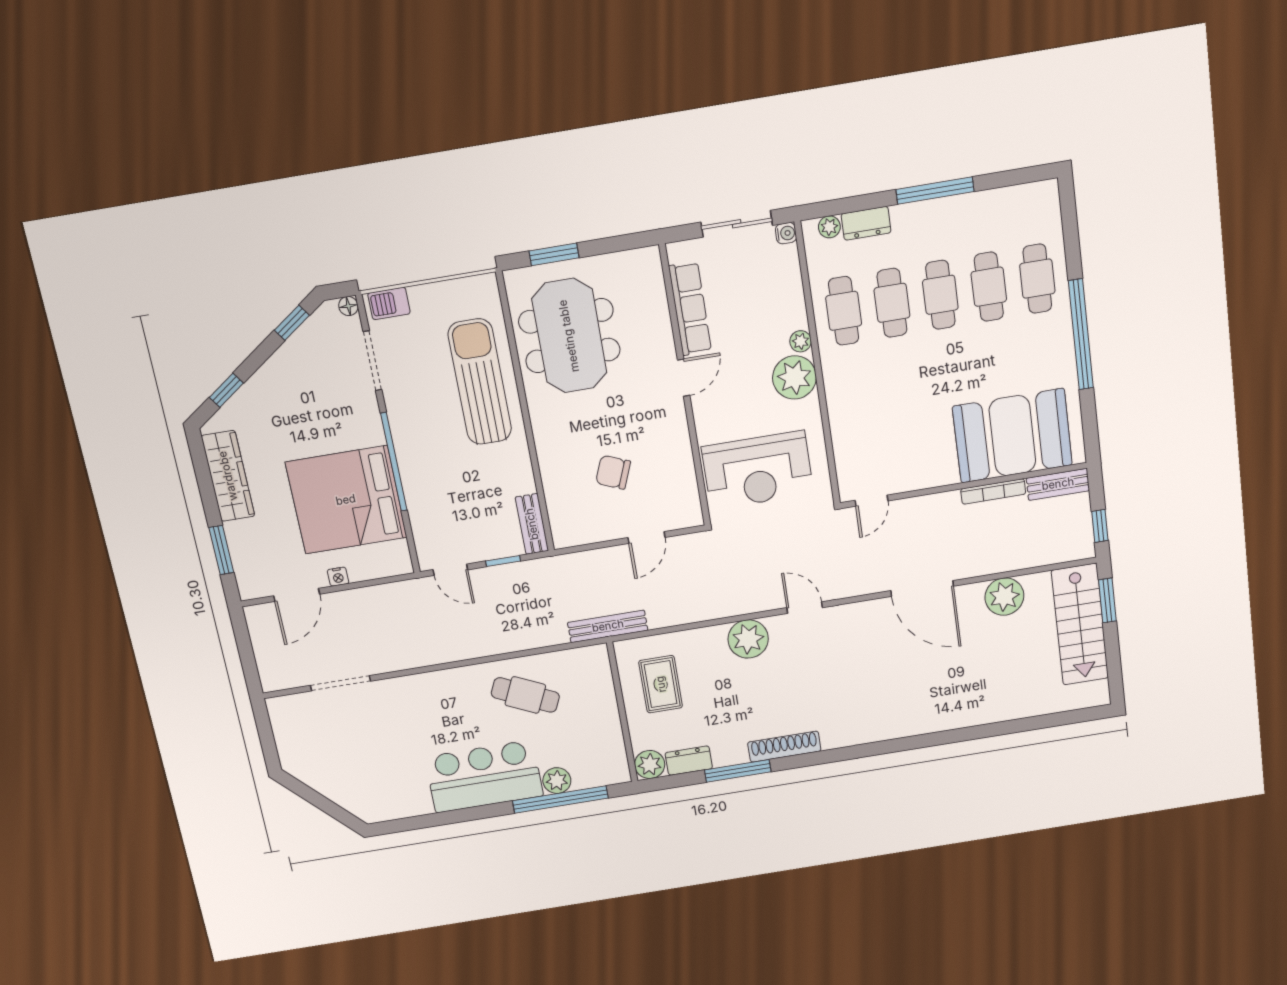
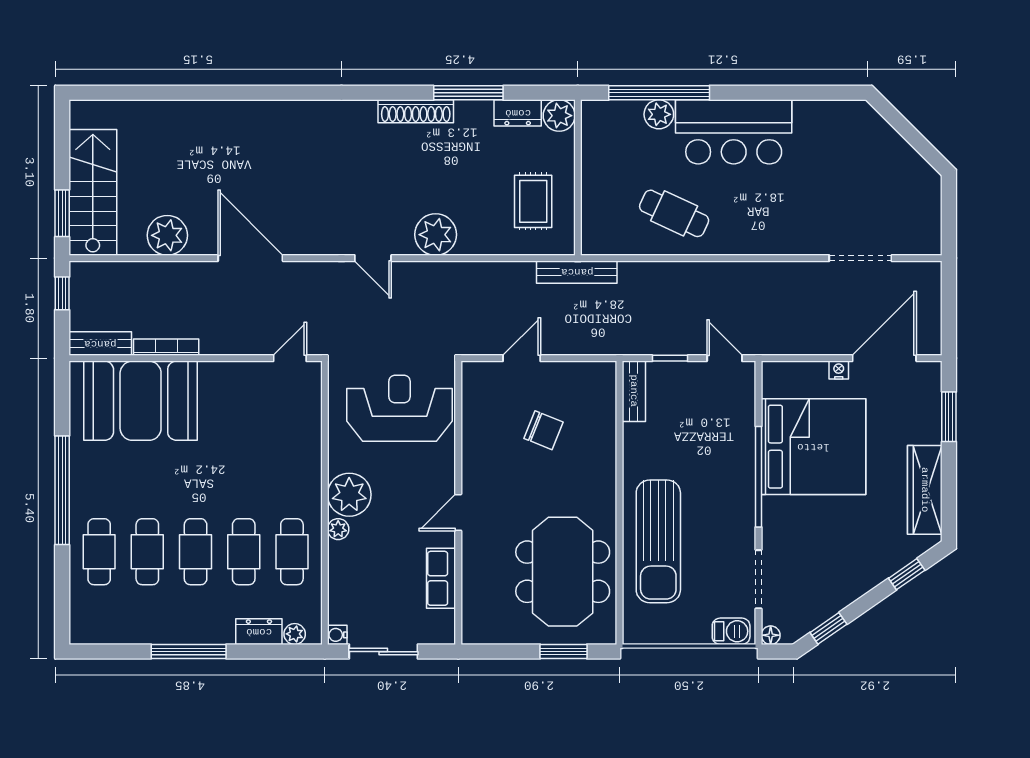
row of seats: (690, 309) -> (441, 578), width x0.68
door: (297, 595) -> (884, 358), width x1.36

